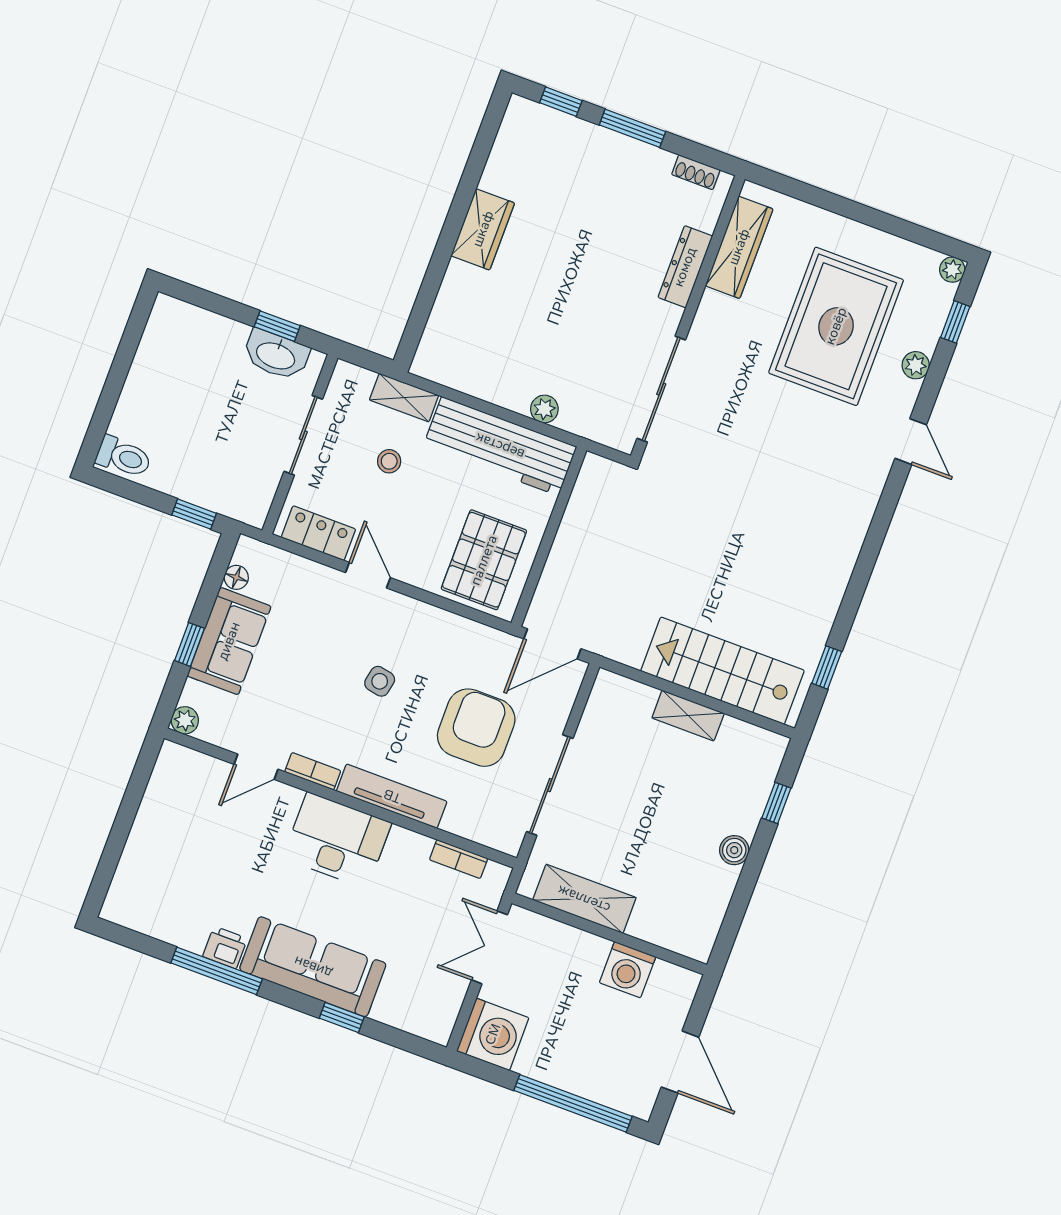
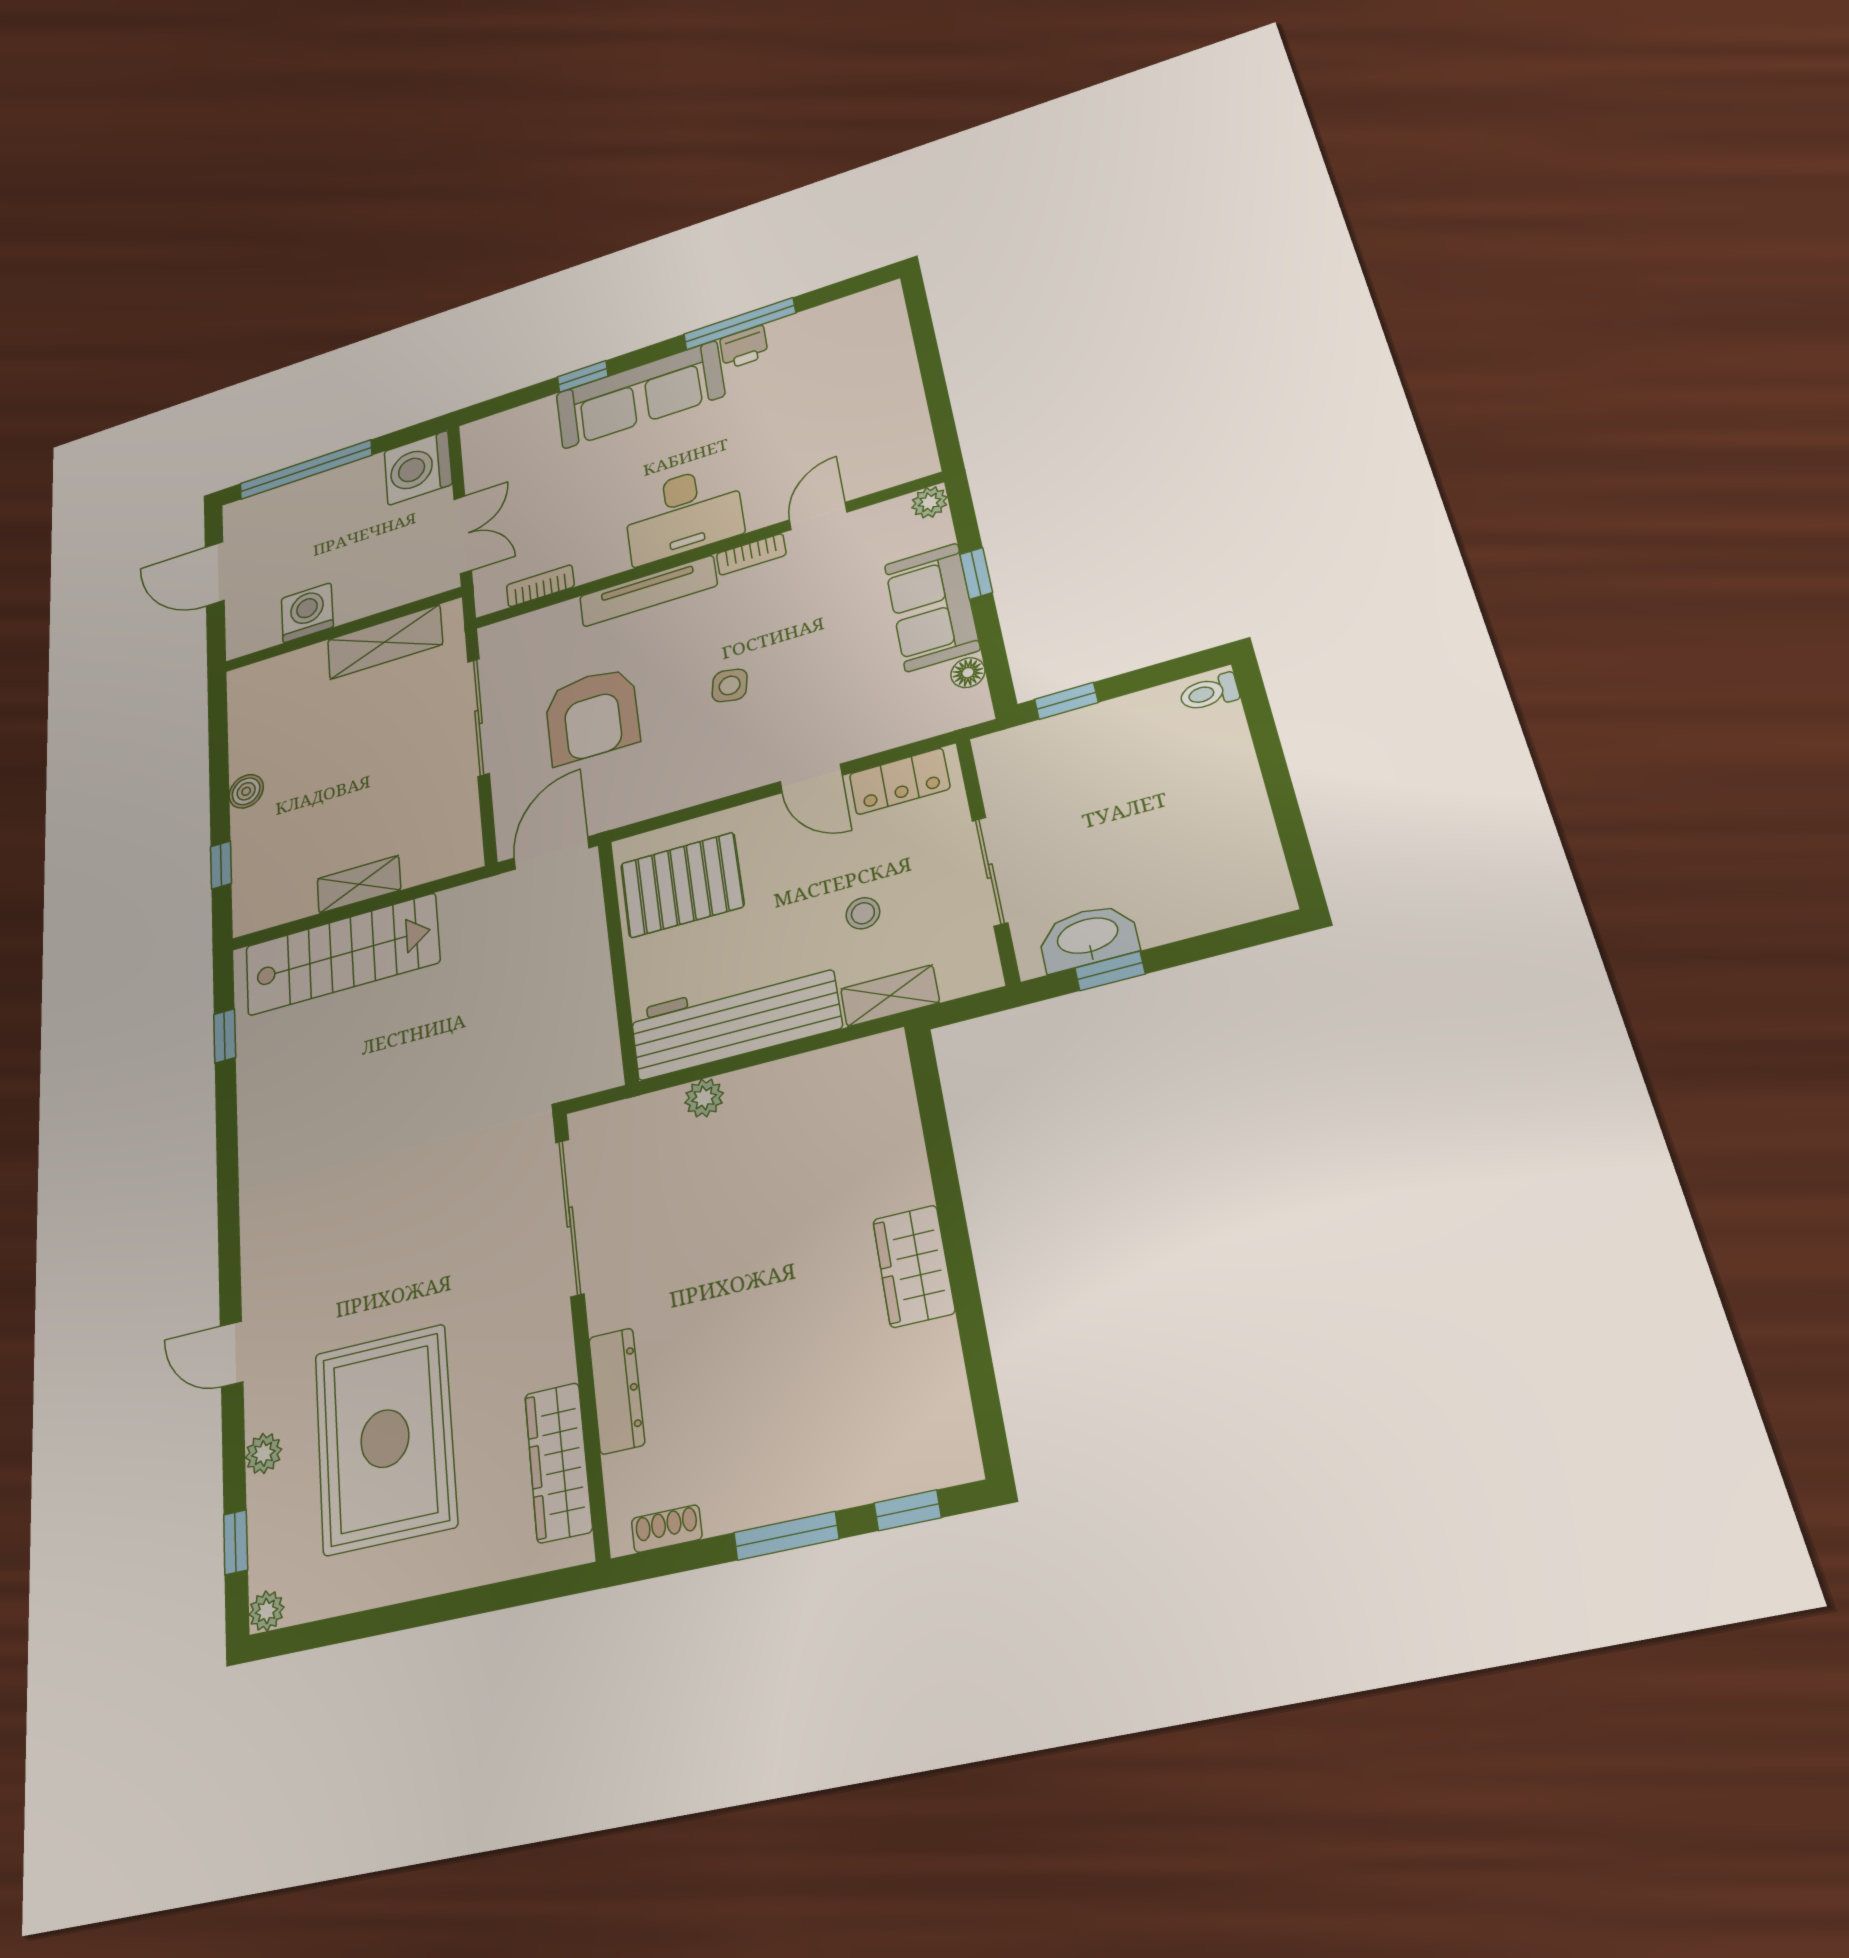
toilet: (124, 457) -> (1209, 693), width x0.73, depth x0.72
pallet: (484, 560) -> (682, 885), turned 90

